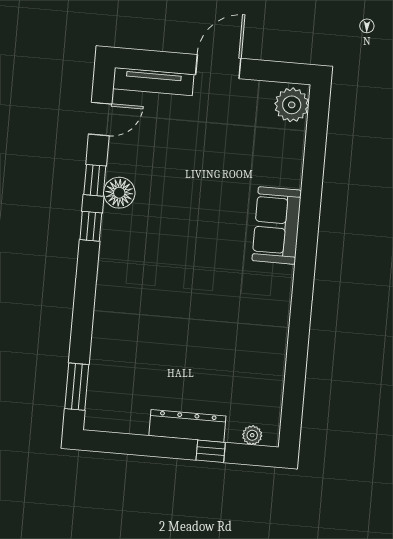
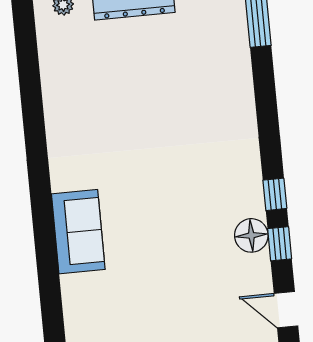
door: (100, 119) -> (286, 310), hinge flipped

